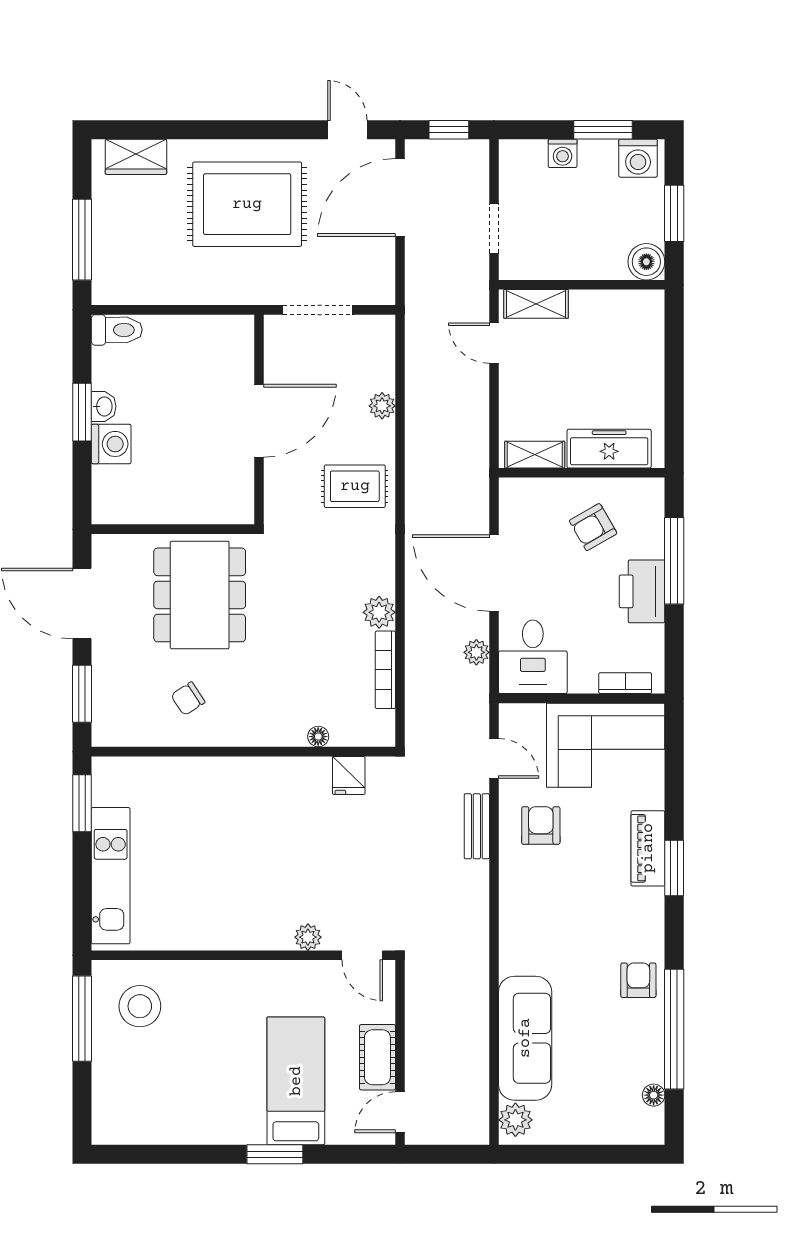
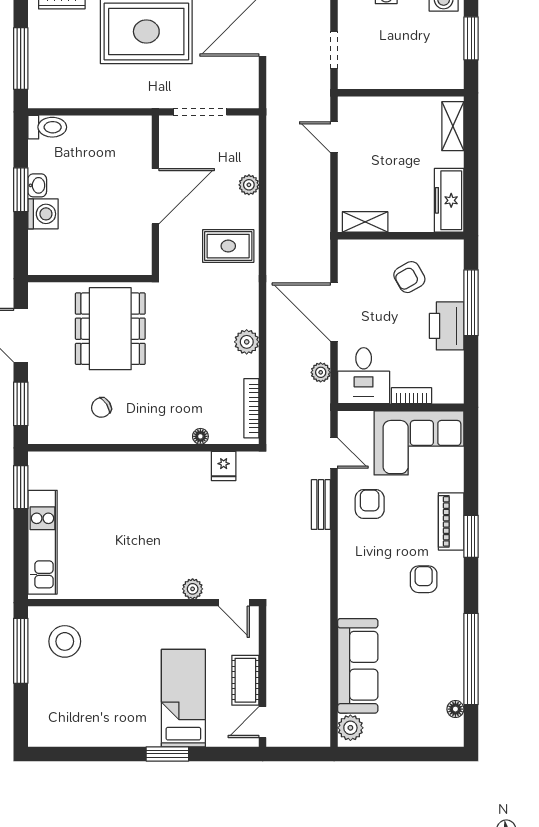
boiler: (646, 262) -> (450, 75), removed
shelving: (536, 304) -> (453, 126), moved, turned 90
freezer: (609, 449) -> (449, 200), moved, turned -90
bookcase: (385, 670) -> (251, 408), moved
bookcase: (625, 683) -> (412, 396), moved
armchair: (638, 980) -> (424, 579), moved

